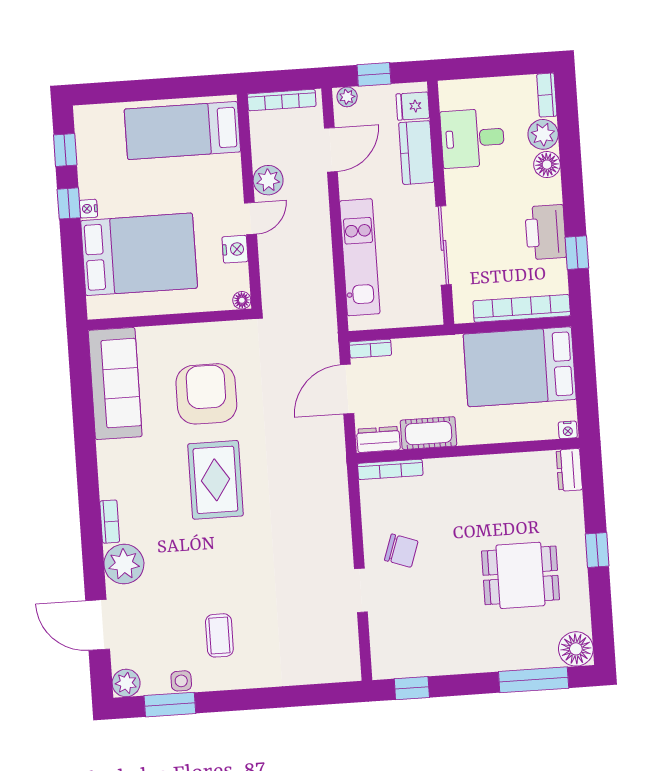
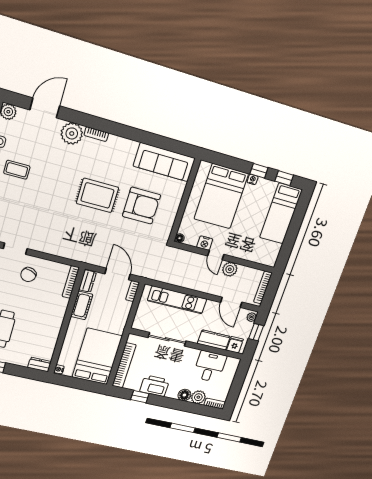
bed: (182, 130) -> (281, 213), moved, turned 180

